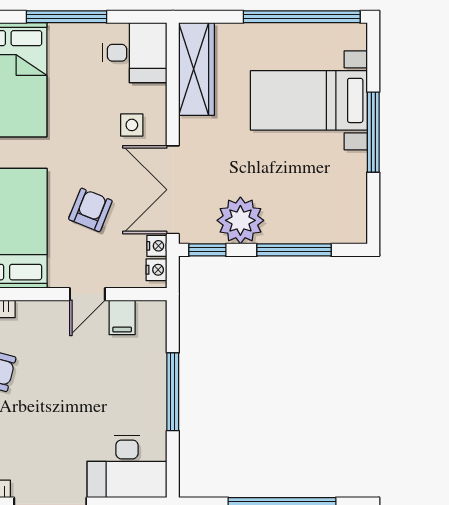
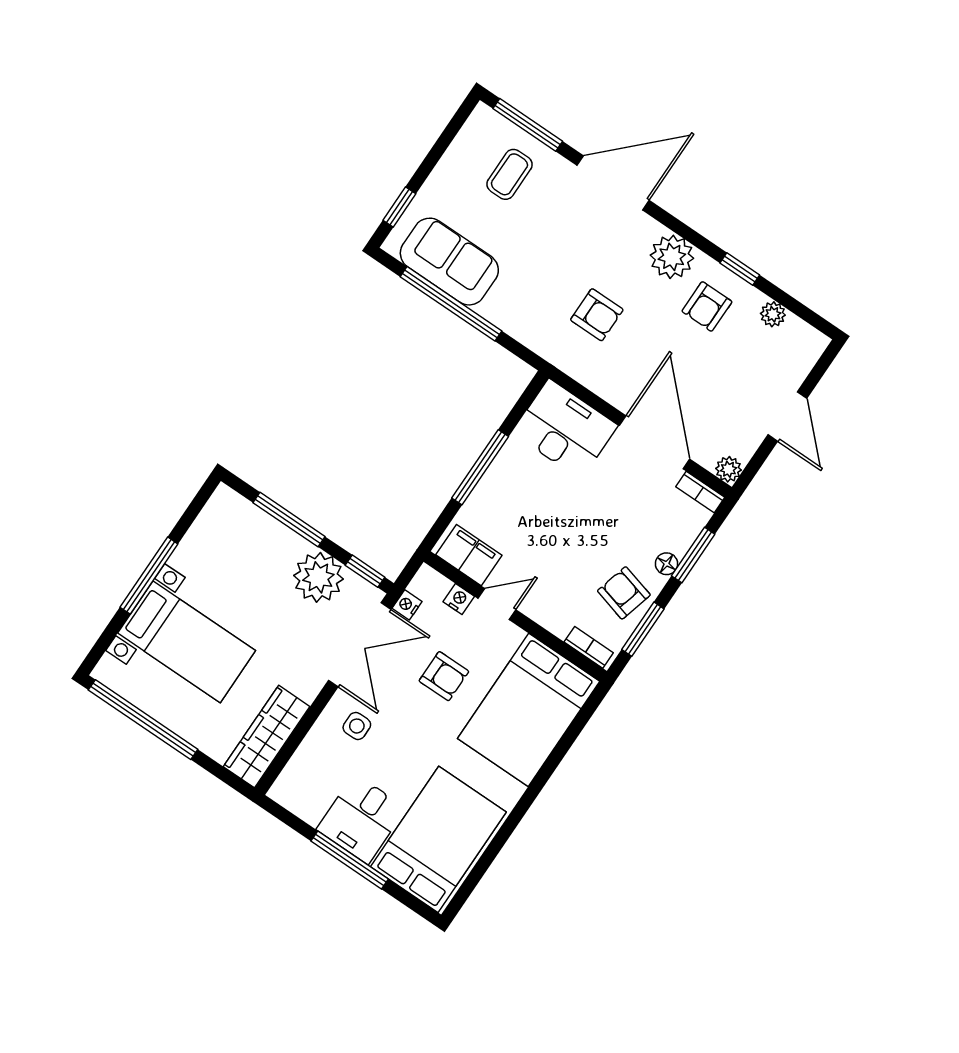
desk: (134, 53) -> (361, 819), moved, turned -90
armchair: (90, 210) -> (444, 676), turned -112
nightstand: (156, 270) -> (459, 599), moved, turned 90
filing cabinet: (122, 317) -> (469, 555), width x2.00

